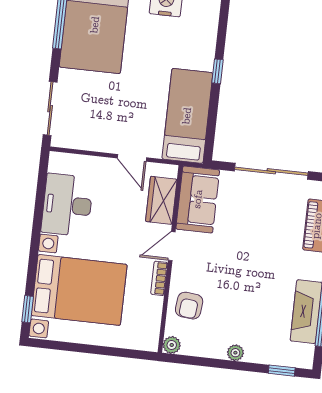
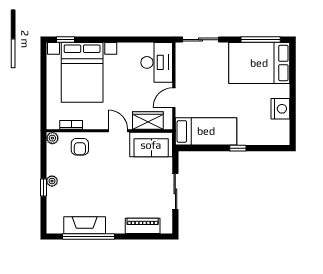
sliding door: (271, 171) -> (175, 191), width x0.73
desk: (67, 205) -> (157, 62), moved, turned 90
bookcase: (159, 278) -> (71, 125), moved
armchair: (189, 306) -> (80, 147), turned -96
window: (282, 371) -> (44, 187), moved

